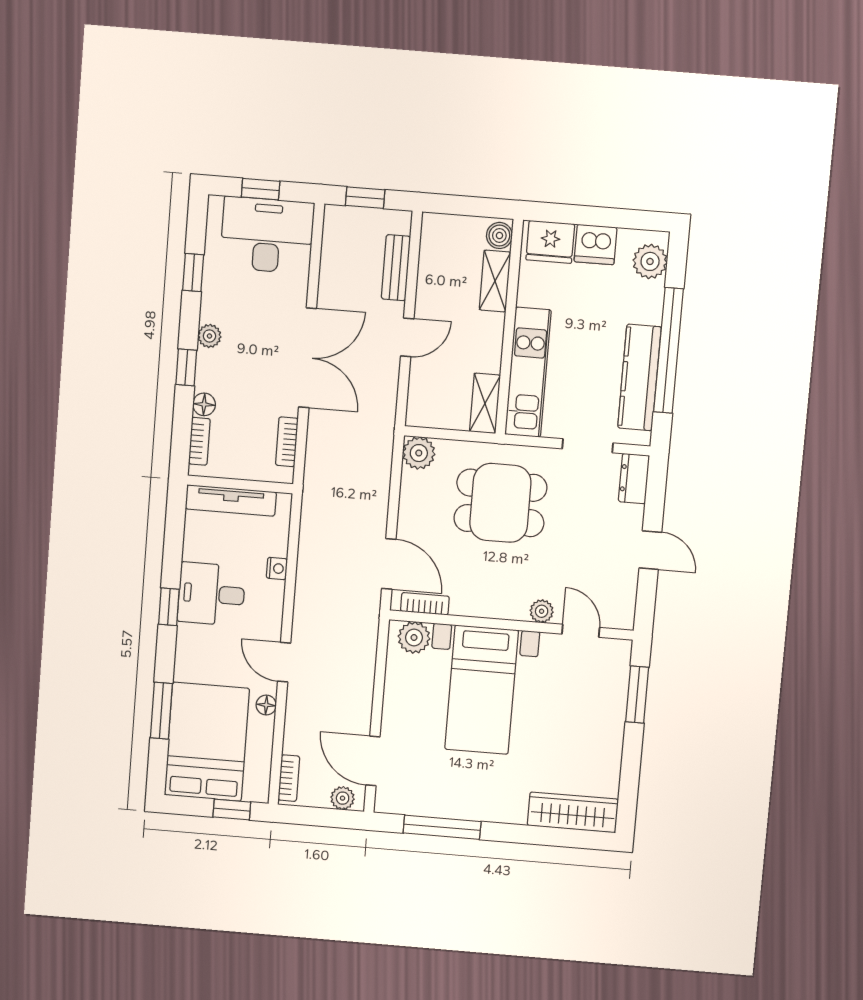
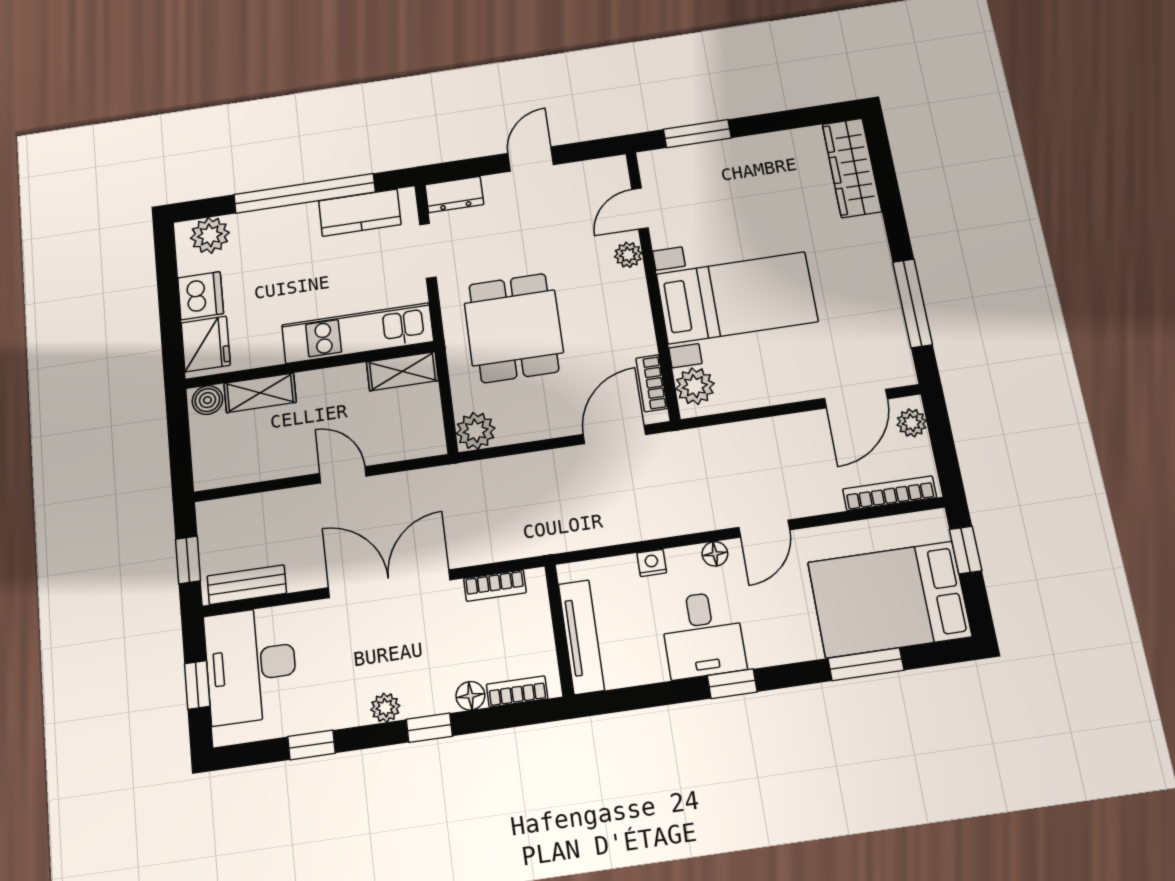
bench: (396, 268) -> (247, 585), moved
kitchen counter: (639, 377) -> (360, 213), width x0.67
floor lamp: (266, 705) -> (715, 554), moved
bookcase: (289, 778) -> (890, 493), width x1.56

